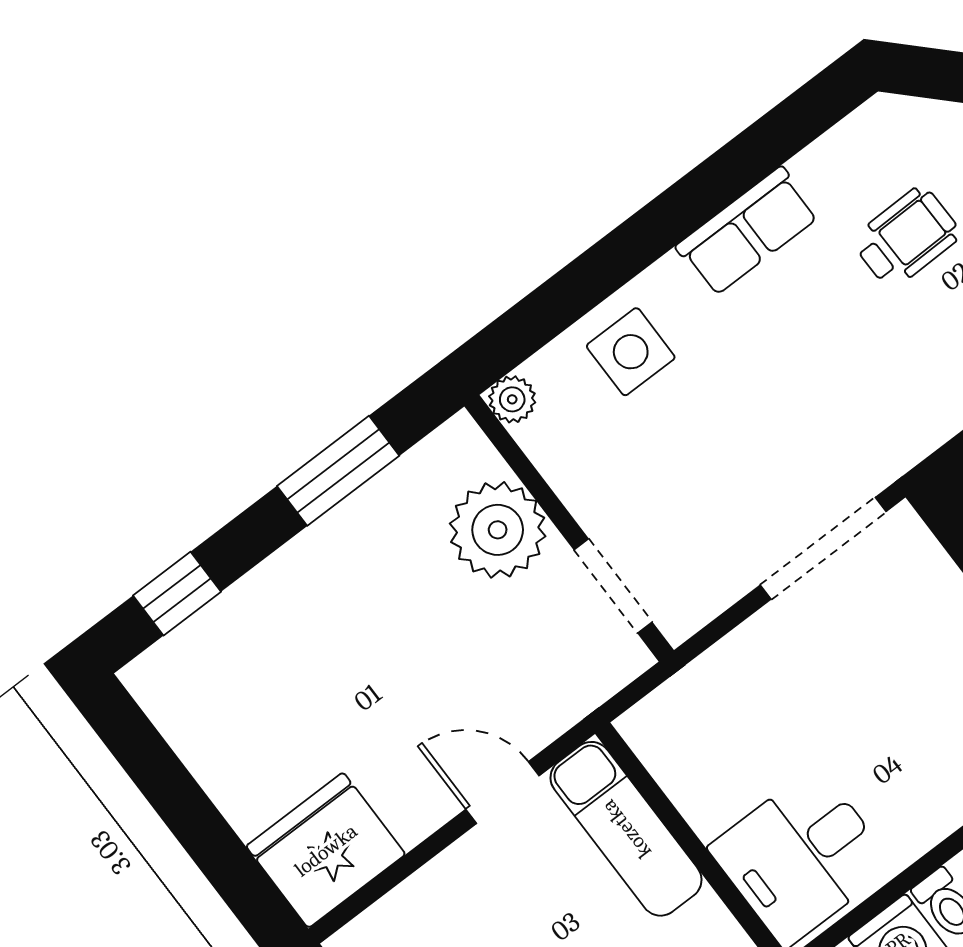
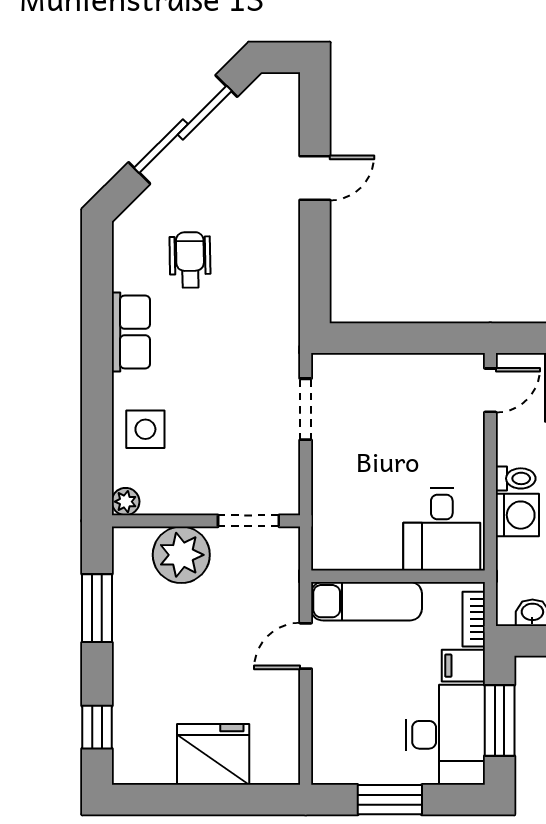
doorway: (823, 548) -> (306, 409), width x0.73
fridge: (326, 850) -> (213, 754), moved, turned 90

